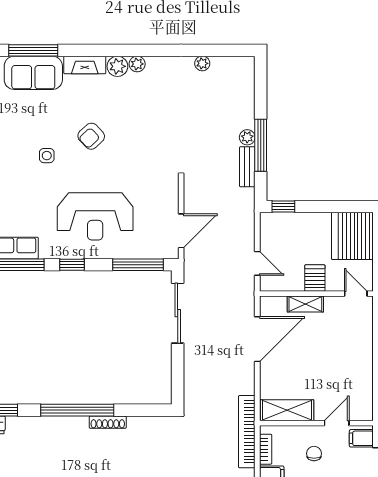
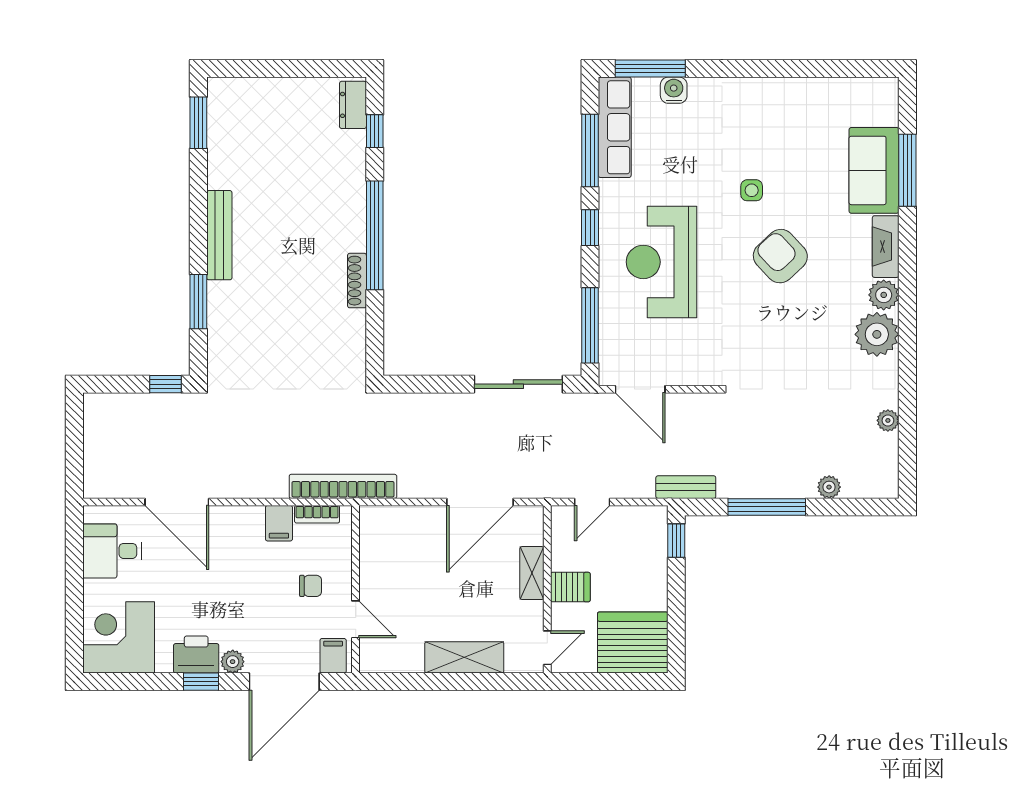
plant: (137, 64) -> (877, 334), width x1.87, depth x1.87
armchair: (91, 136) -> (780, 256), width x1.38, depth x1.38
plant: (247, 137) -> (829, 487), moved
bench: (247, 167) -> (686, 487), moved
door: (257, 339) -> (480, 502), hinge flipped
shelving: (287, 410) -> (464, 657), moved, turned 90

